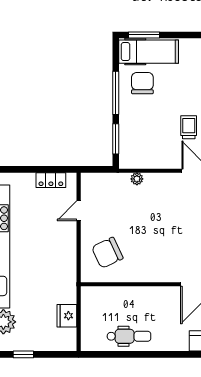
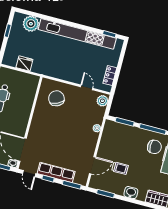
plant: (93, 181) -> (102, 101), added

